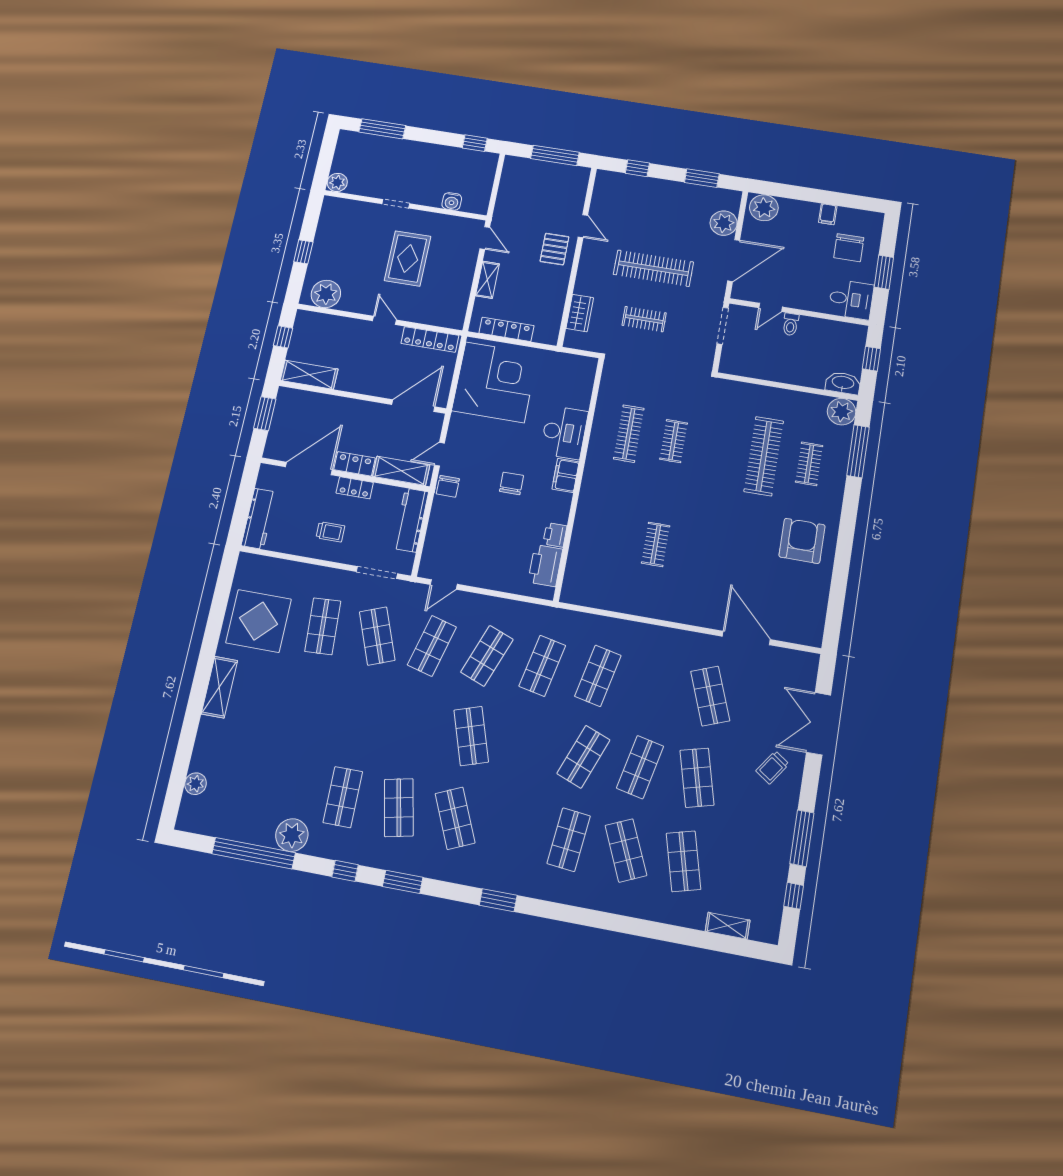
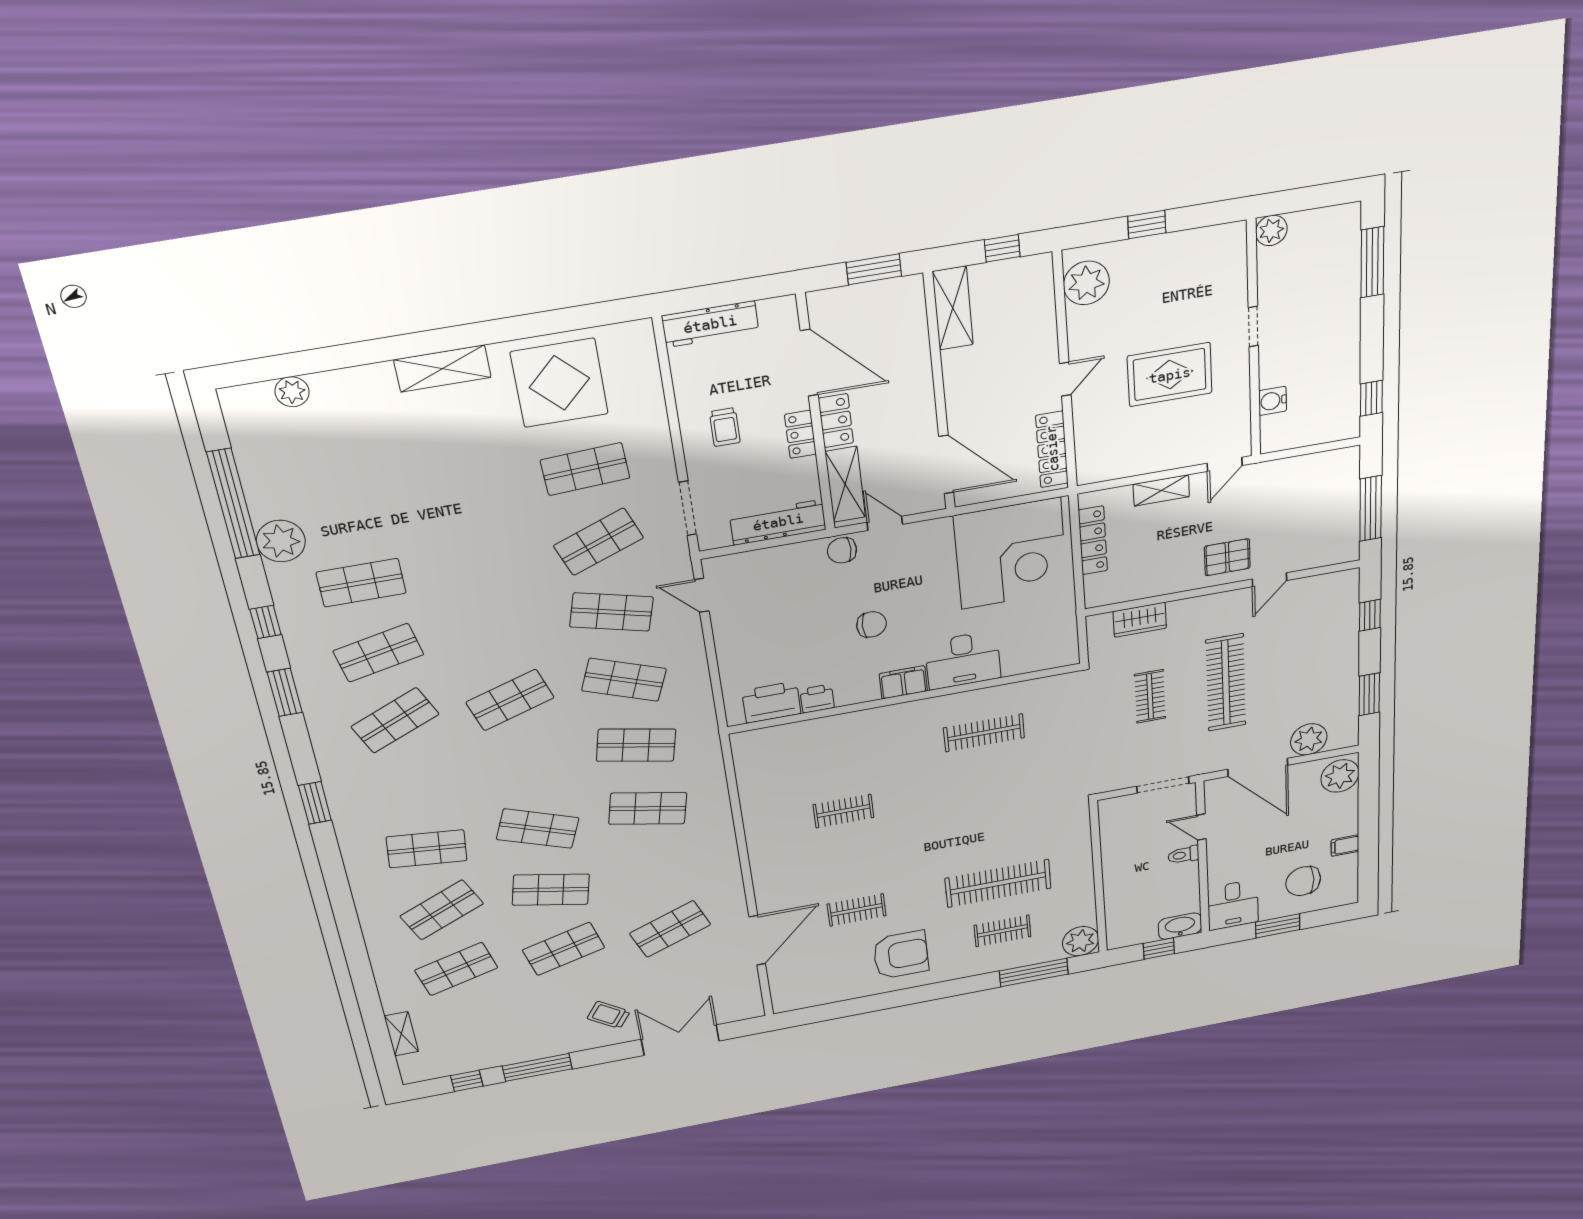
washbasin: (843, 383) -> (1180, 926), moved, turned -90
clothes rail: (674, 441) -> (857, 910), moved

